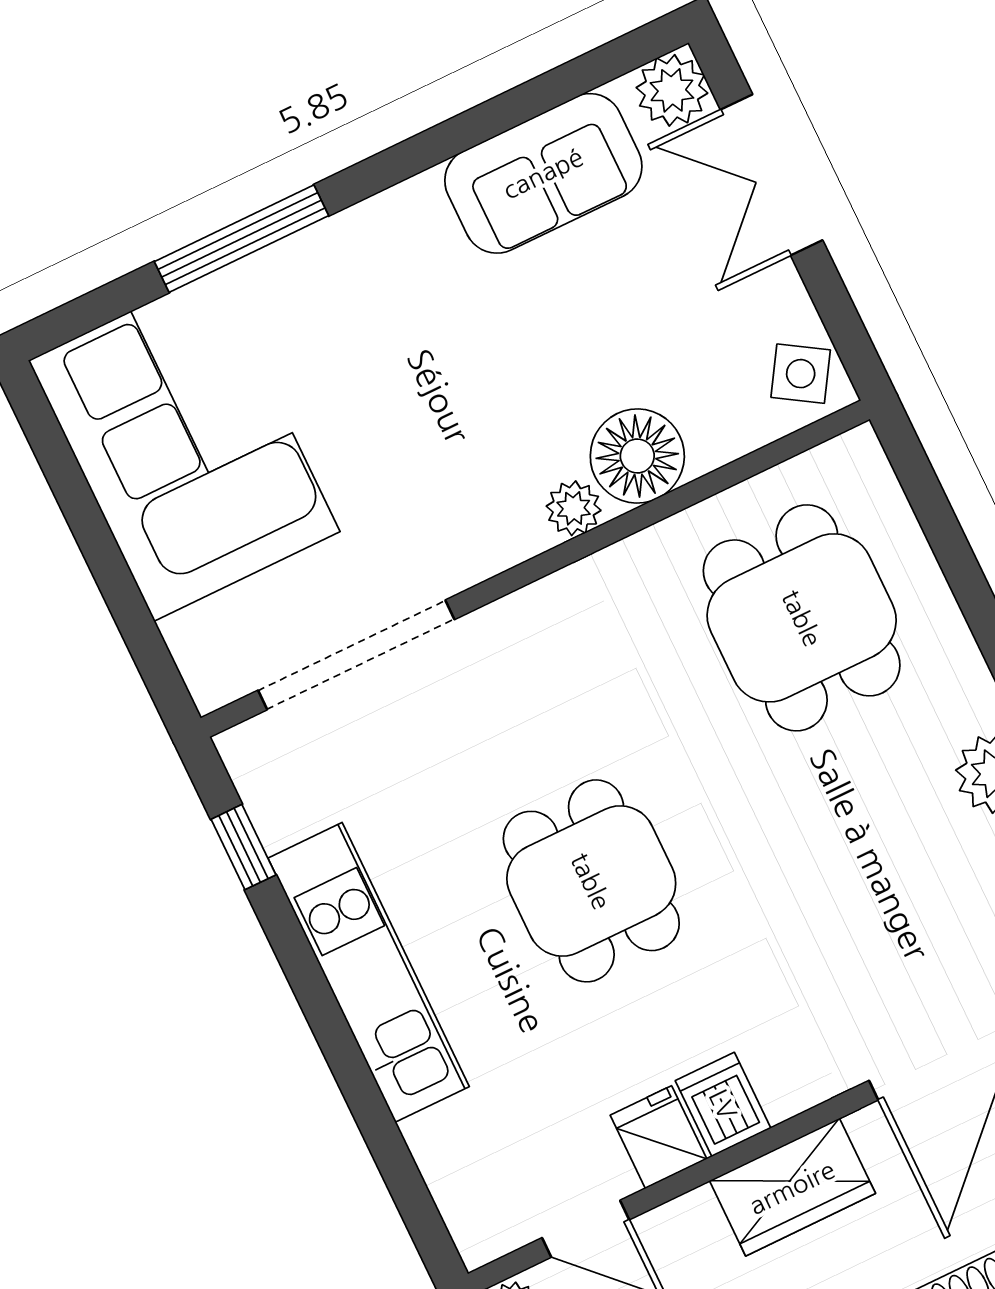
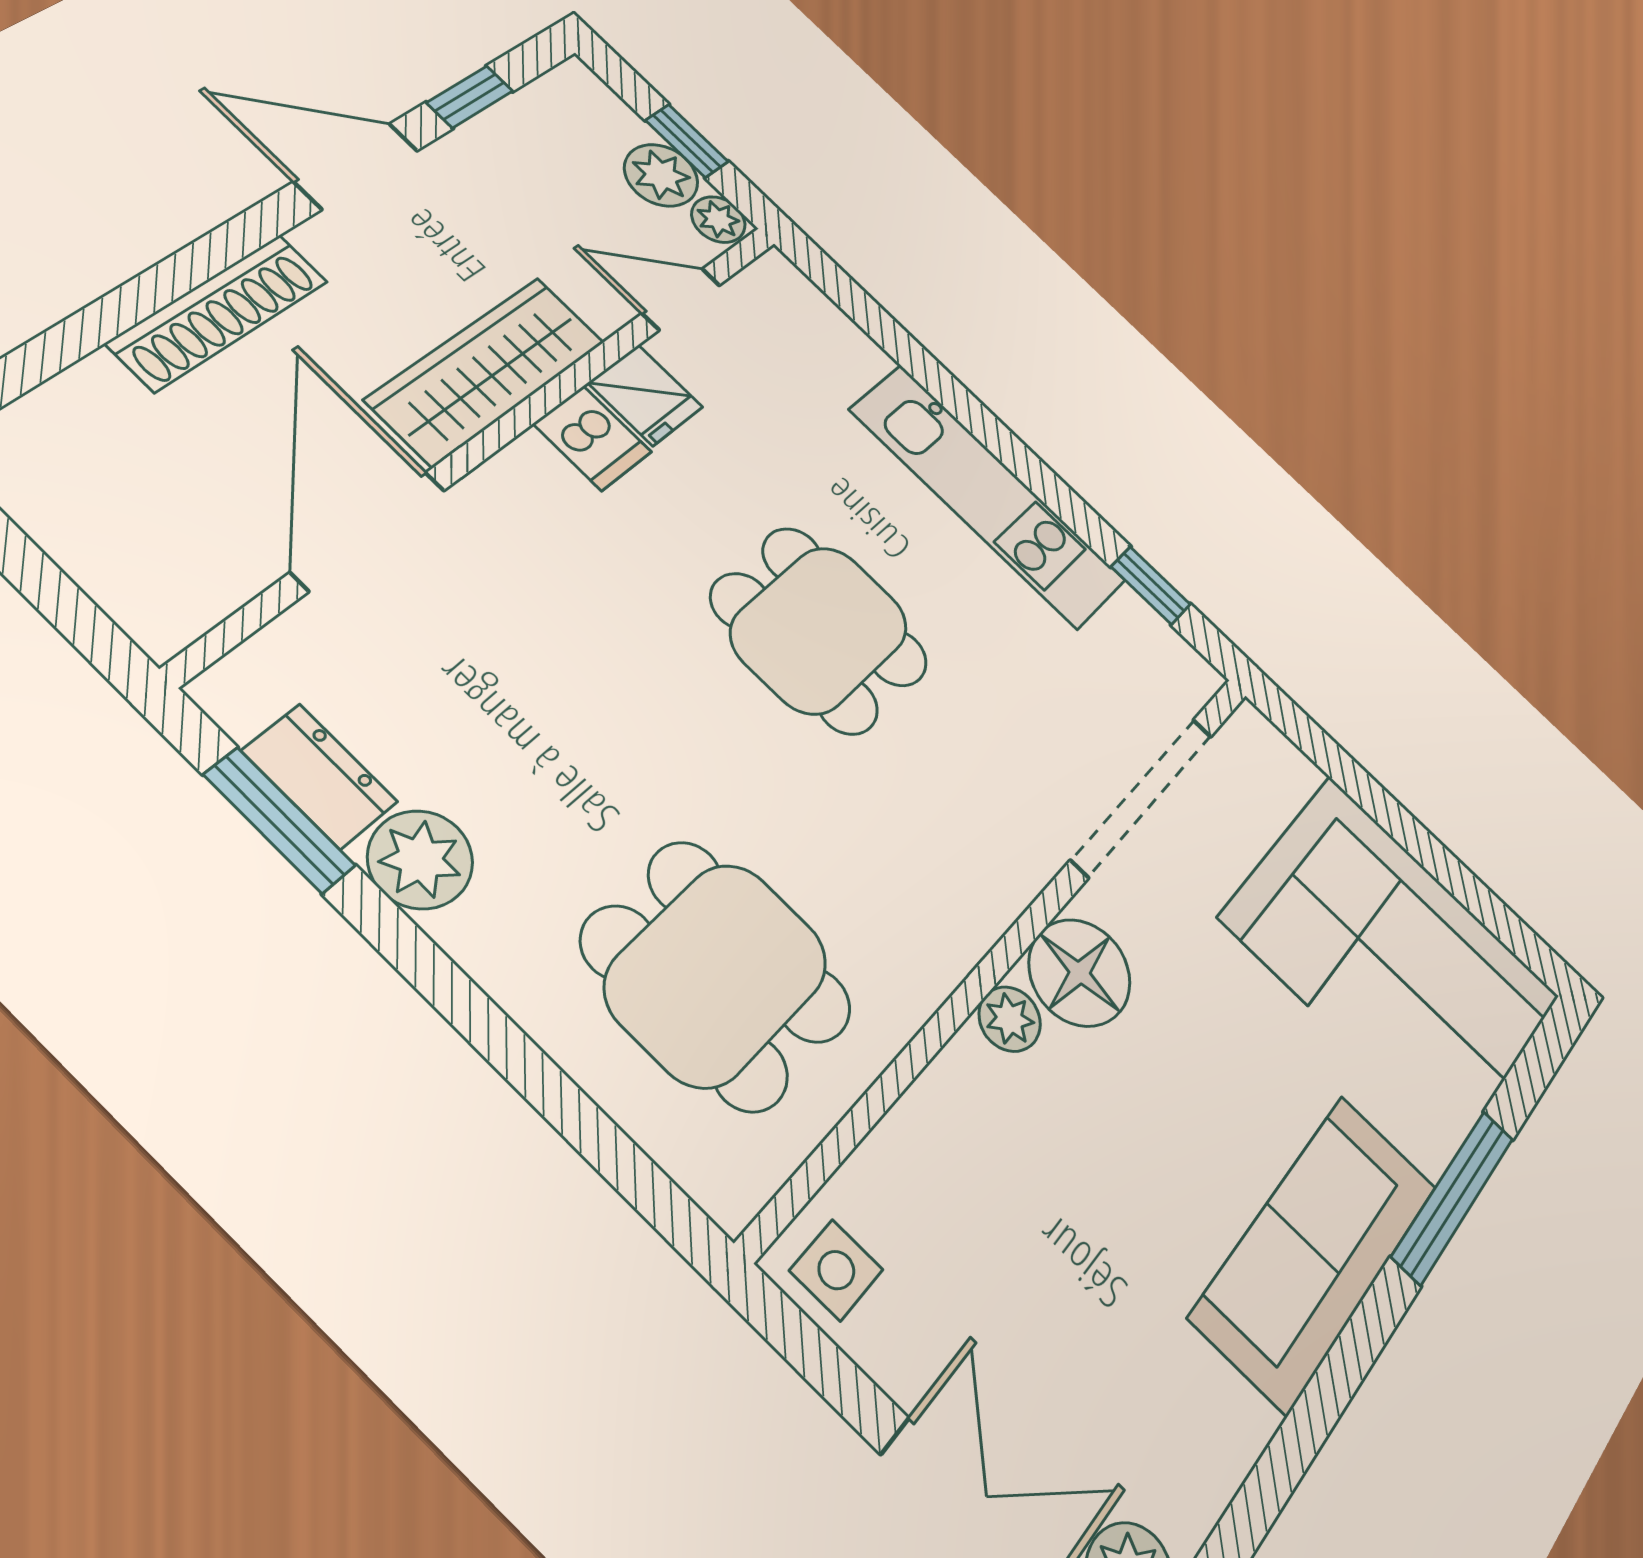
sofa: (543, 173) -> (1315, 1251), moved, width x1.36
side table: (801, 374) -> (836, 1270), turned -32
floor lamp: (637, 456) -> (1080, 973), moved
wardrobe: (792, 1187) -> (487, 370), width x1.50

